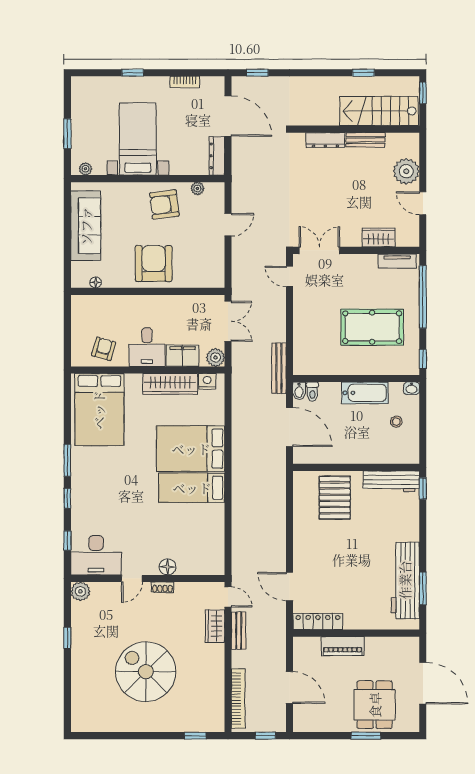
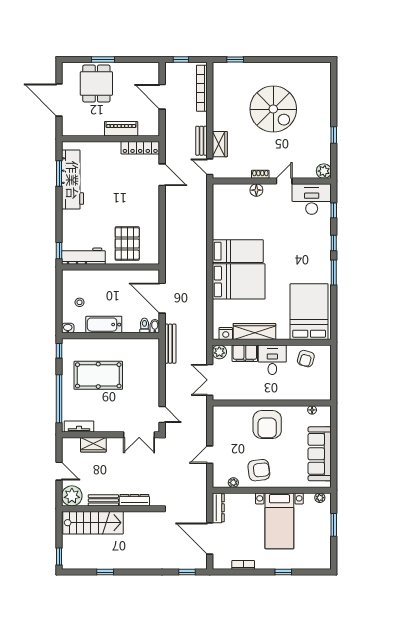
stairs: (379, 111) -> (93, 523), moved
wall: (356, 129) -> (111, 509), moved
dresser: (325, 140) -> (134, 500), moved
bench: (366, 140) -> (103, 500), moved

